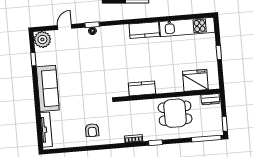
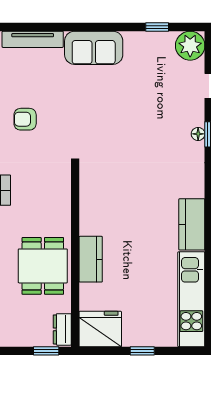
fridge: (195, 80) -> (100, 329), moved, turned -90
sofa: (48, 88) -> (94, 48), width x0.73
kitchen counter: (142, 88) -> (91, 259), moved
window: (225, 124) -> (46, 351), moved

